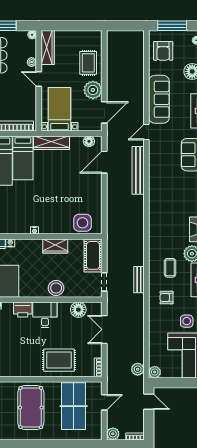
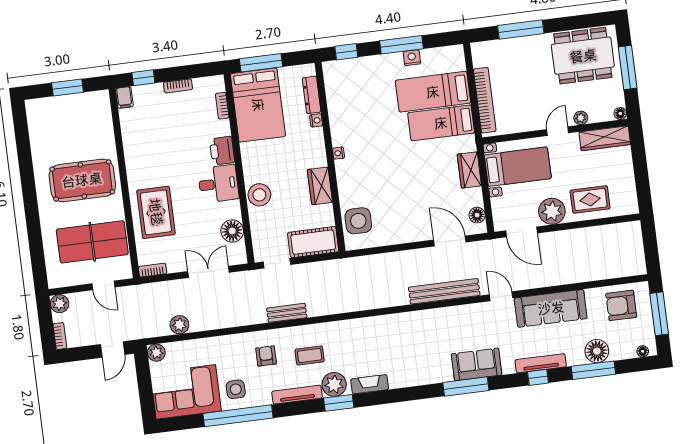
wardrobe: (52, 143) -> (469, 170), width x0.67
plant: (138, 369) -> (179, 325), moved

